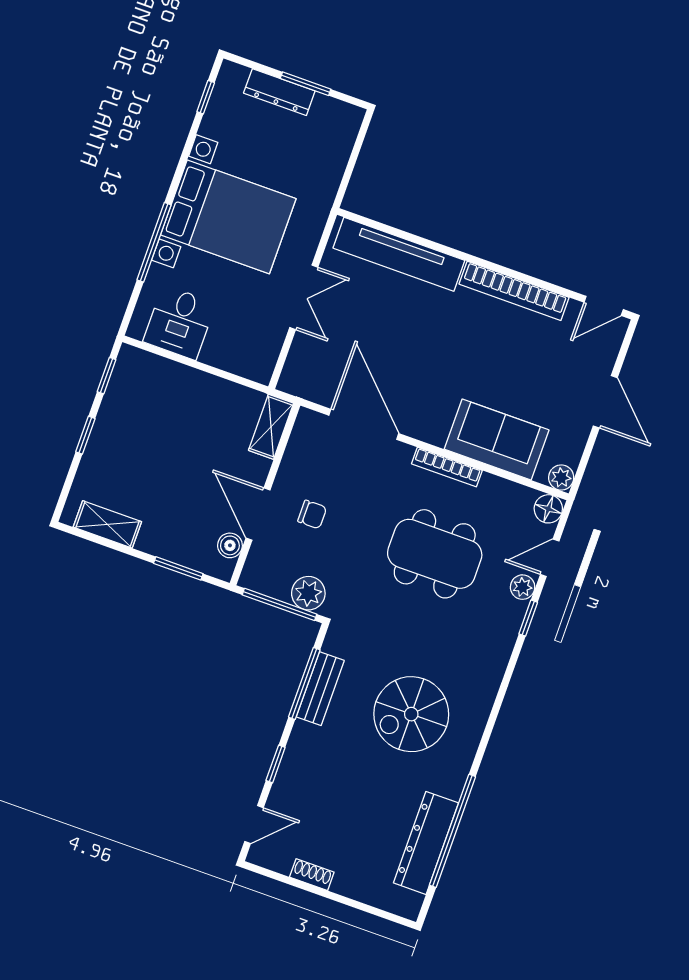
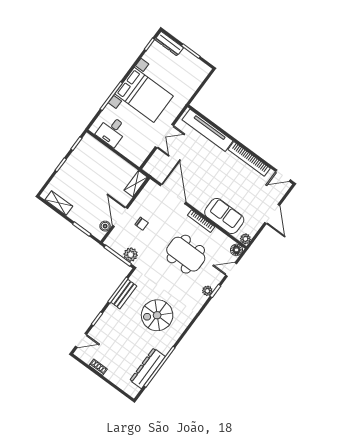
dresser: (279, 92) -> (169, 44), moved
plant: (523, 587) -> (207, 291), moved

